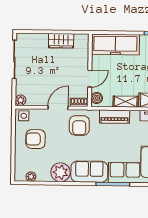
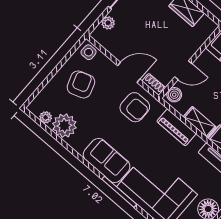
plant: (21, 100) -> (108, 23), moved
armchair: (79, 125) -> (135, 107), turned -90
armchair: (36, 139) -> (81, 84), turned 71
plant: (60, 172) -> (64, 126), moved

